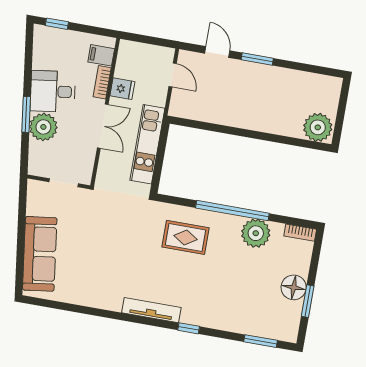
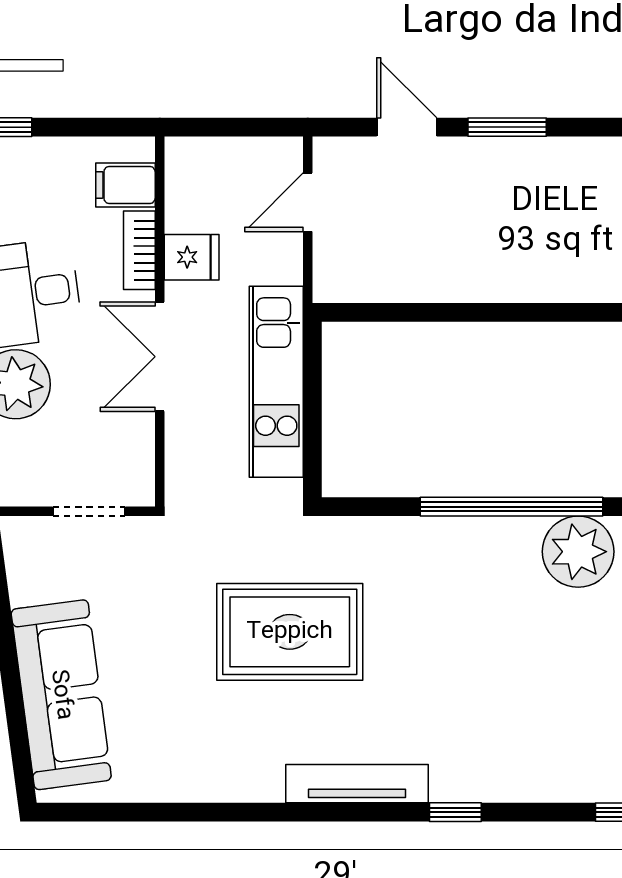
door: (173, 75) -> (308, 202), swing flipped
double door: (103, 126) -> (160, 357), swing flipped
rug: (185, 237) -> (290, 632), moved, width x1.36, depth x1.43

